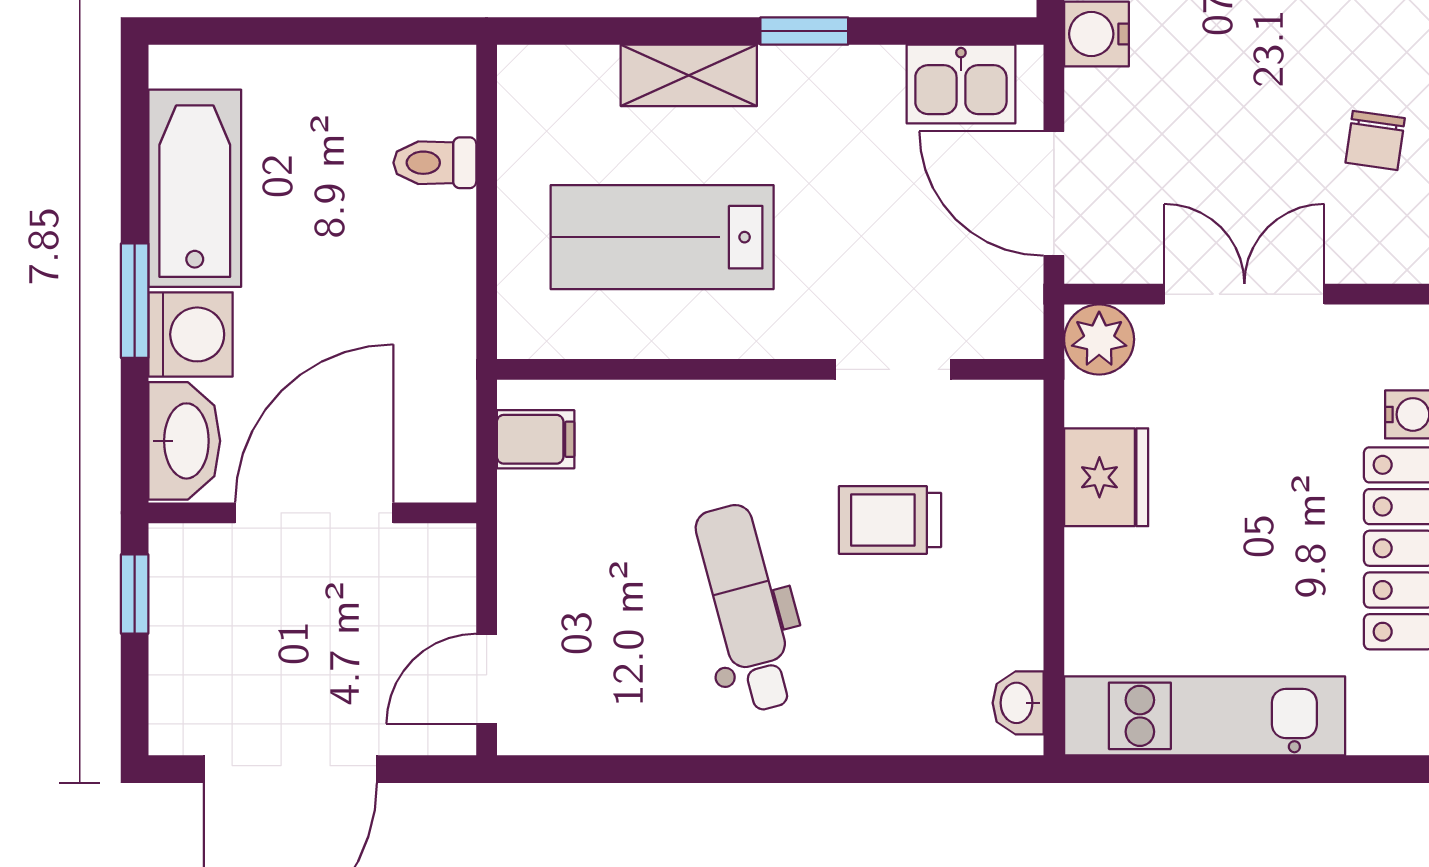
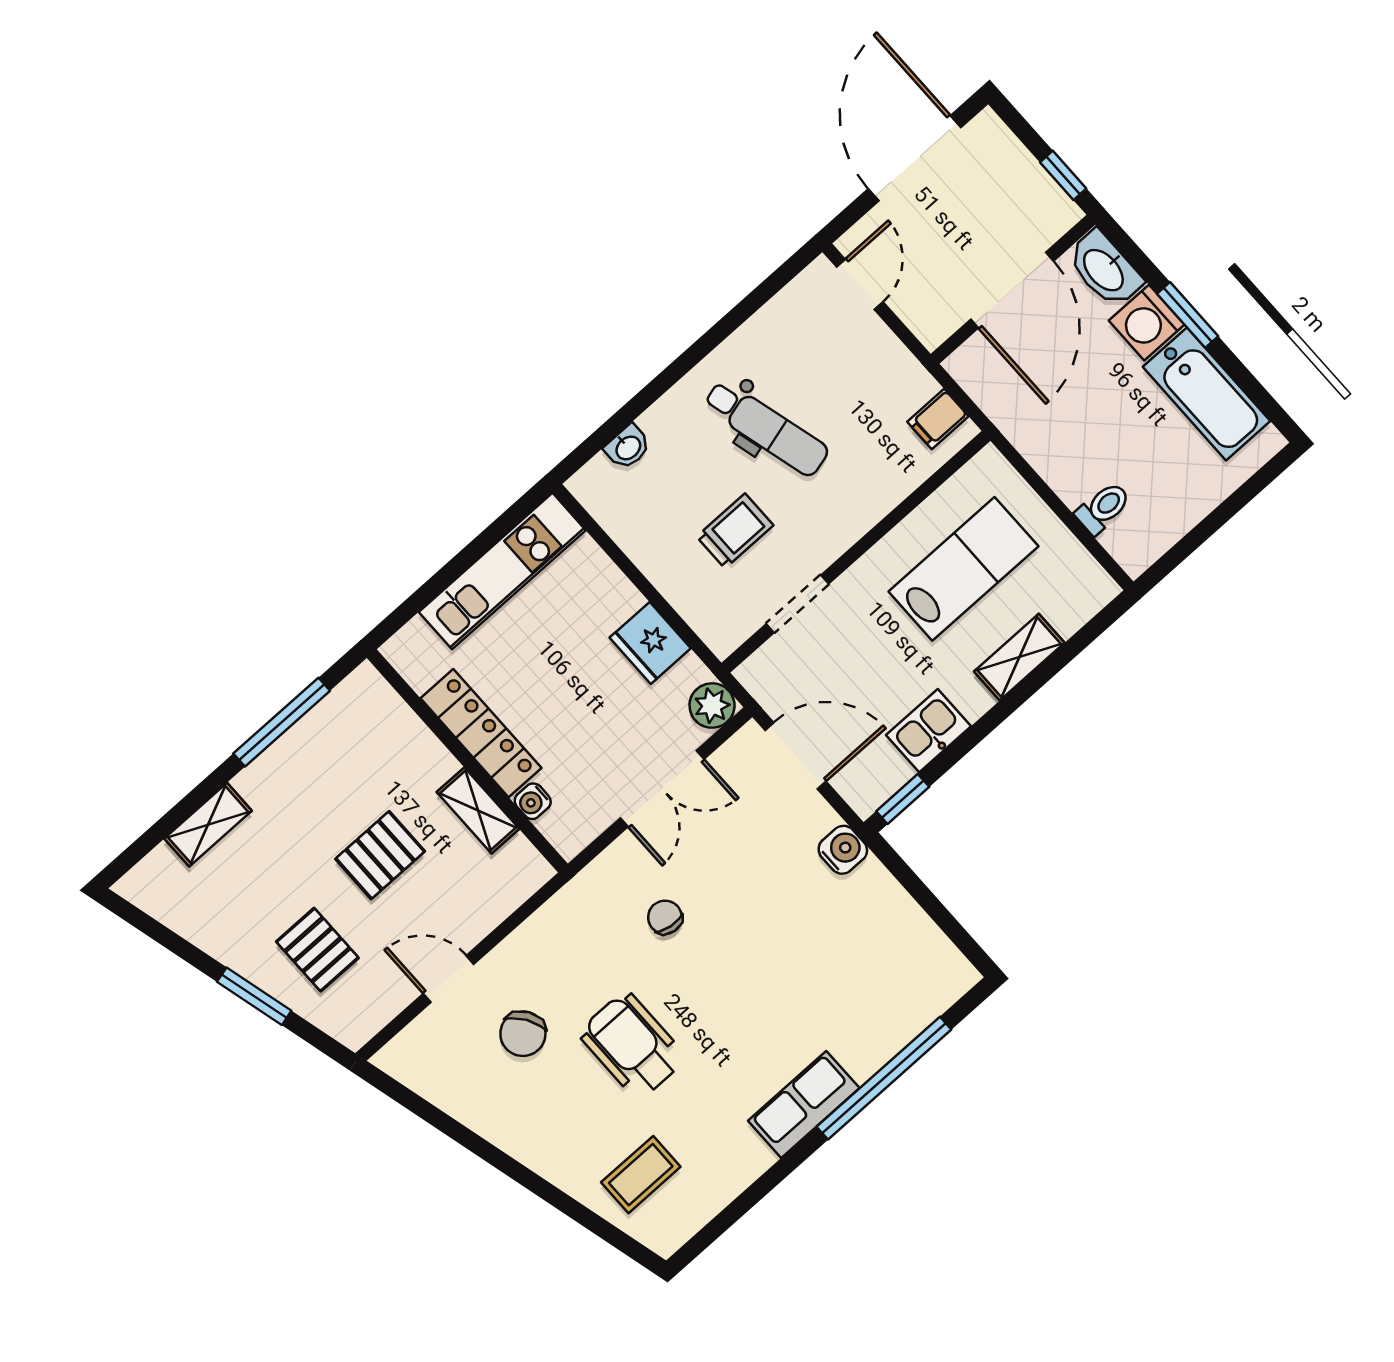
window: (804, 31) -> (903, 799), moved
kitchen sink: (961, 84) -> (929, 731), moved
washbasin: (1018, 703) -> (628, 447), moved, turned 90

